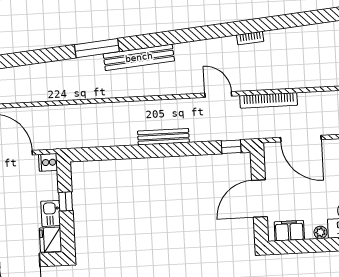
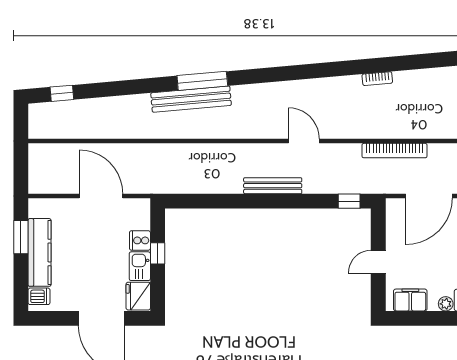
bench: (139, 57) -> (191, 99), moved
door: (218, 95) -> (304, 141), moved
door: (301, 139) -> (429, 196), hinge flipped
cooker: (48, 162) -> (140, 240), moved
door: (259, 199) -> (378, 262), width x0.53

